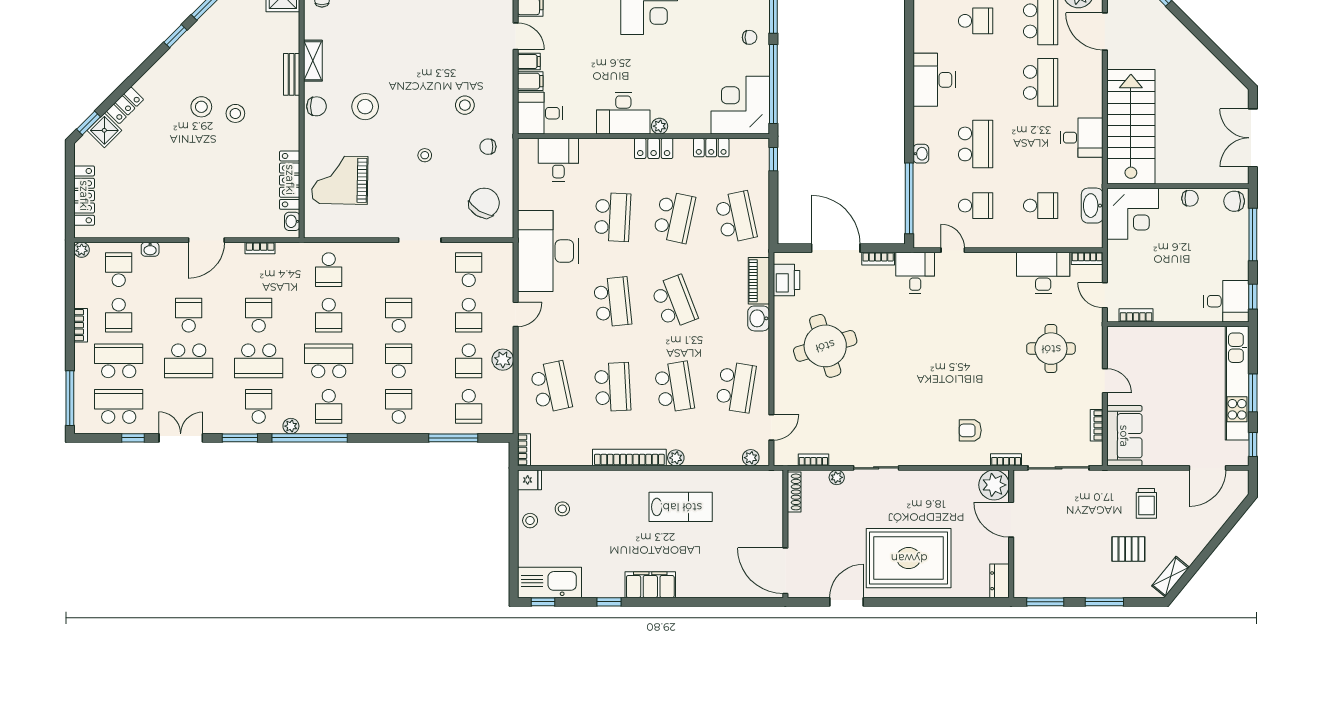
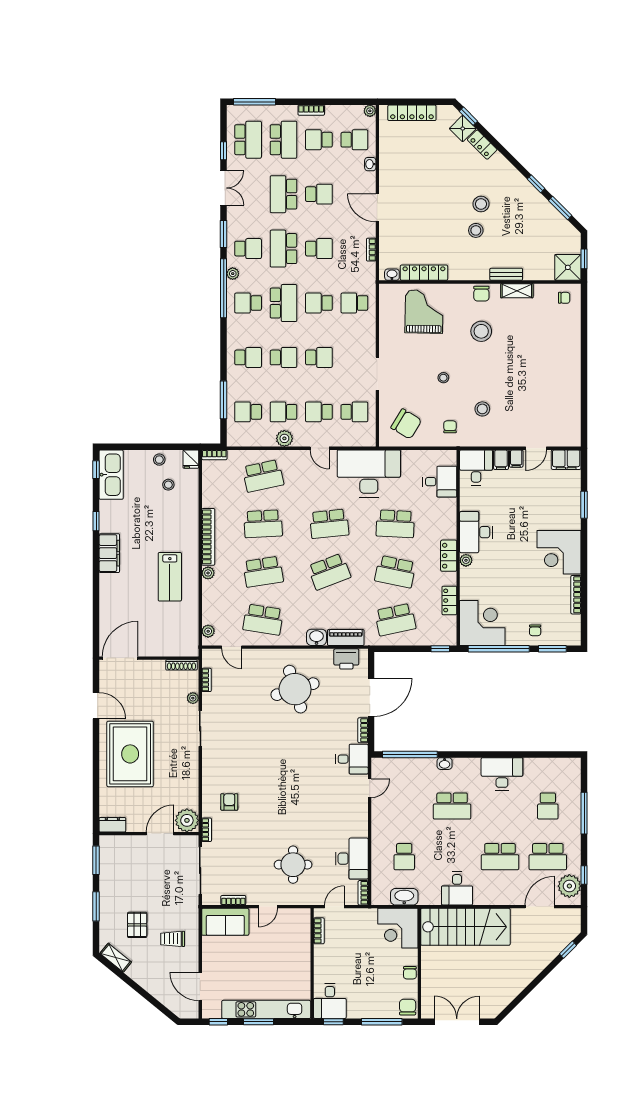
school desk: (976, 206) -> (404, 806), removed

